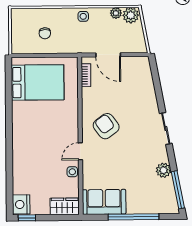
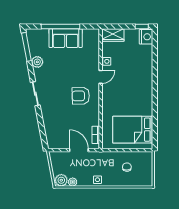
armchair: (106, 126) -> (81, 96), turned 125
sofa: (104, 202) -> (66, 38), moved

